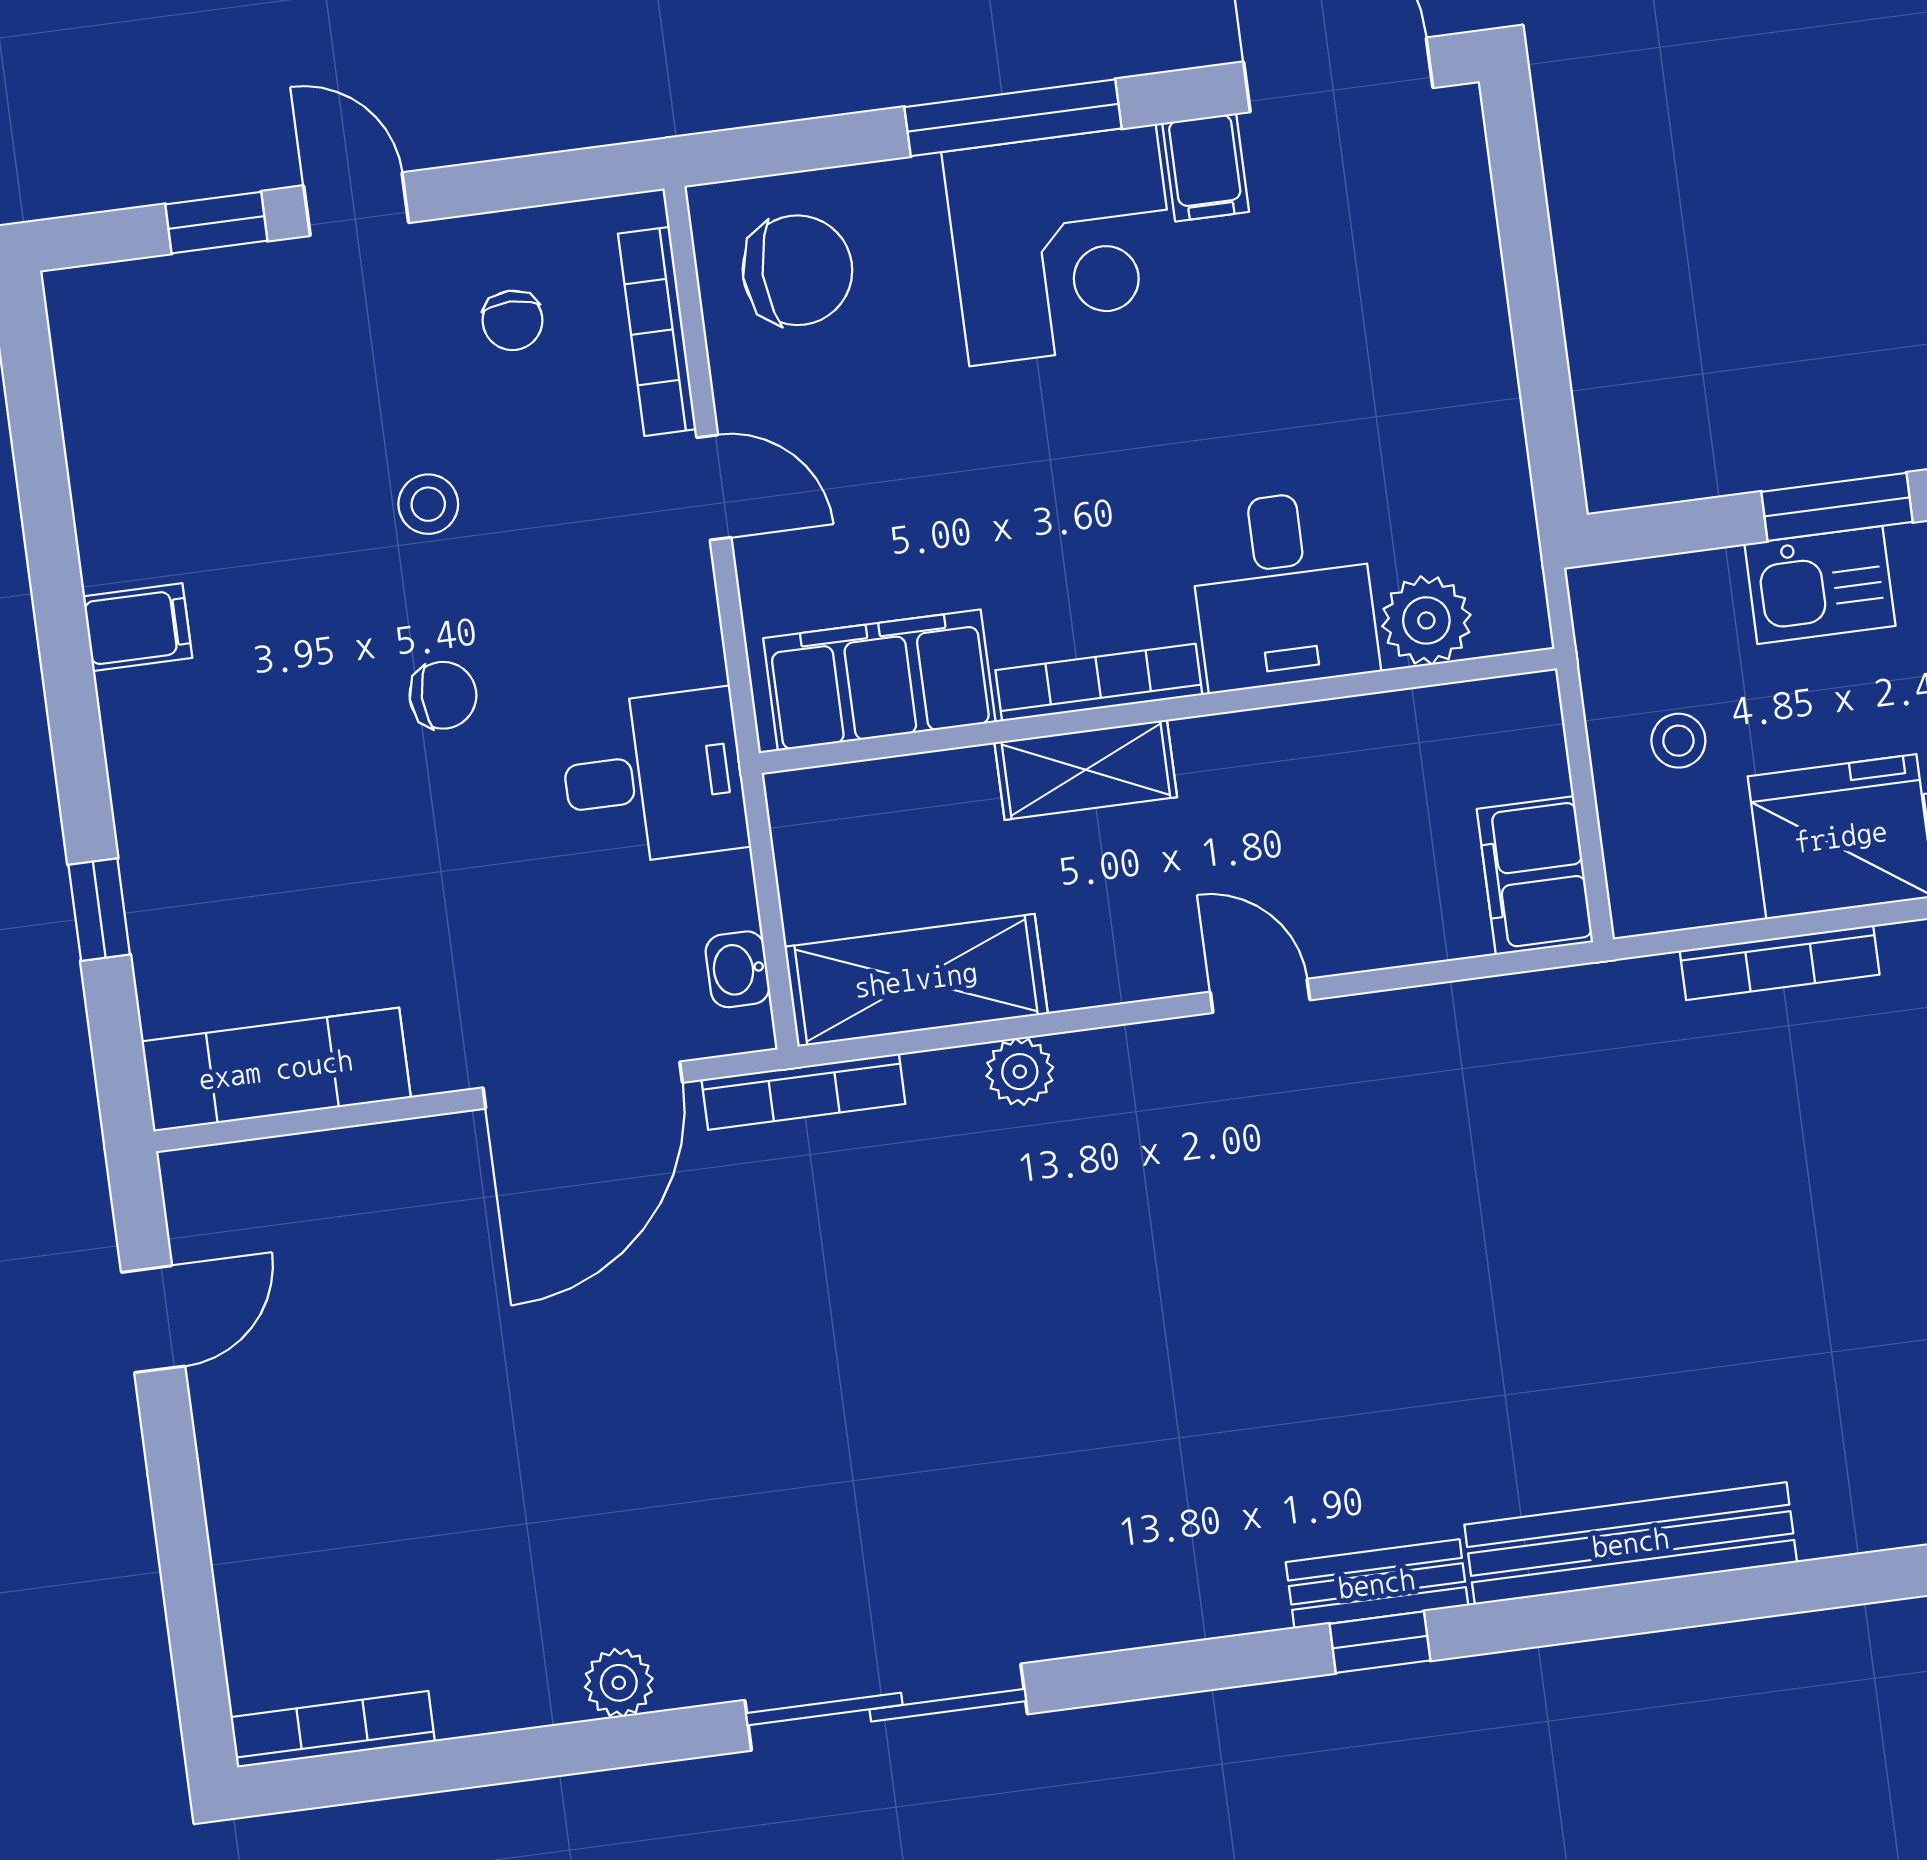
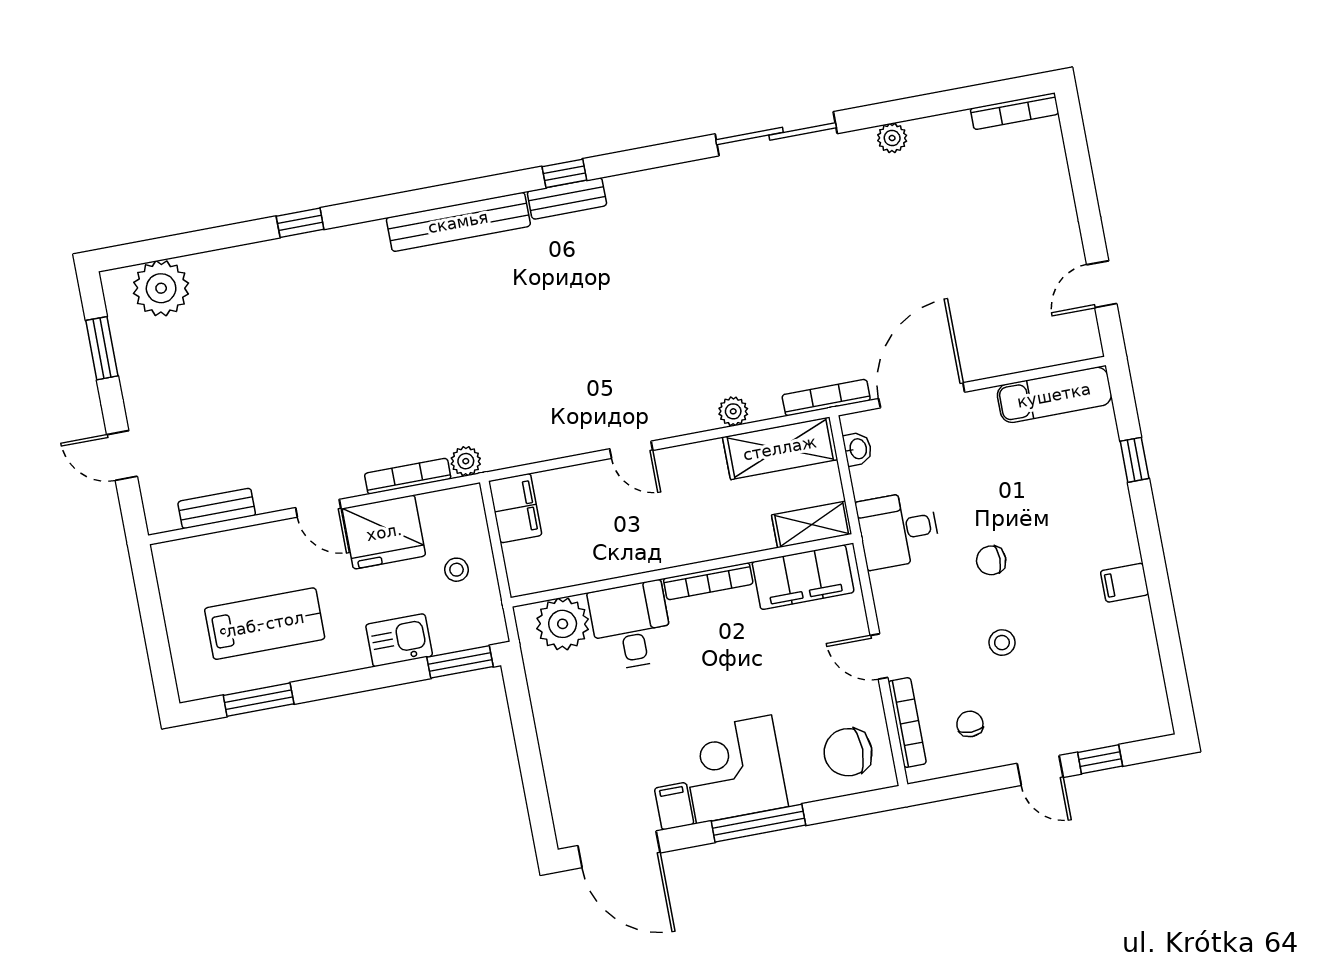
window: (1837, 507) -> (460, 662), moved
plant: (1426, 620) -> (563, 624), width x1.36, depth x1.36
shelving: (1086, 770) -> (812, 525), moved
plant: (1643, 990) -> (466, 461), added

